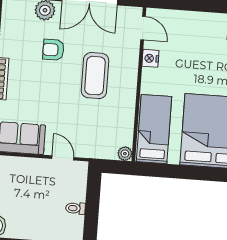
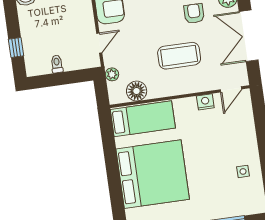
floor lamp: (123, 129) -> (137, 91), added
plant: (125, 154) -> (112, 74), moved

